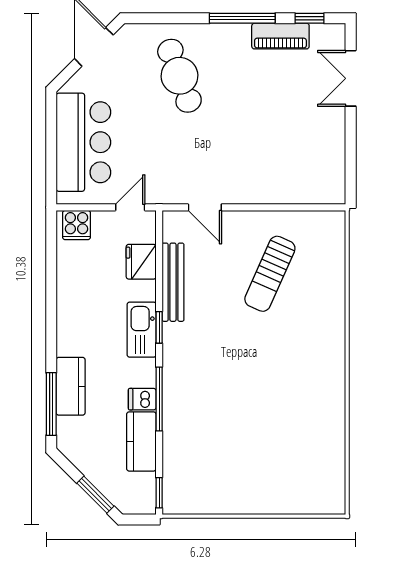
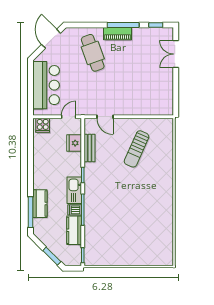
piano: (280, 36) -> (118, 34), moved
bench: (173, 282) -> (90, 148), width x0.73
kitchen sink: (142, 330) -> (74, 190), moved

